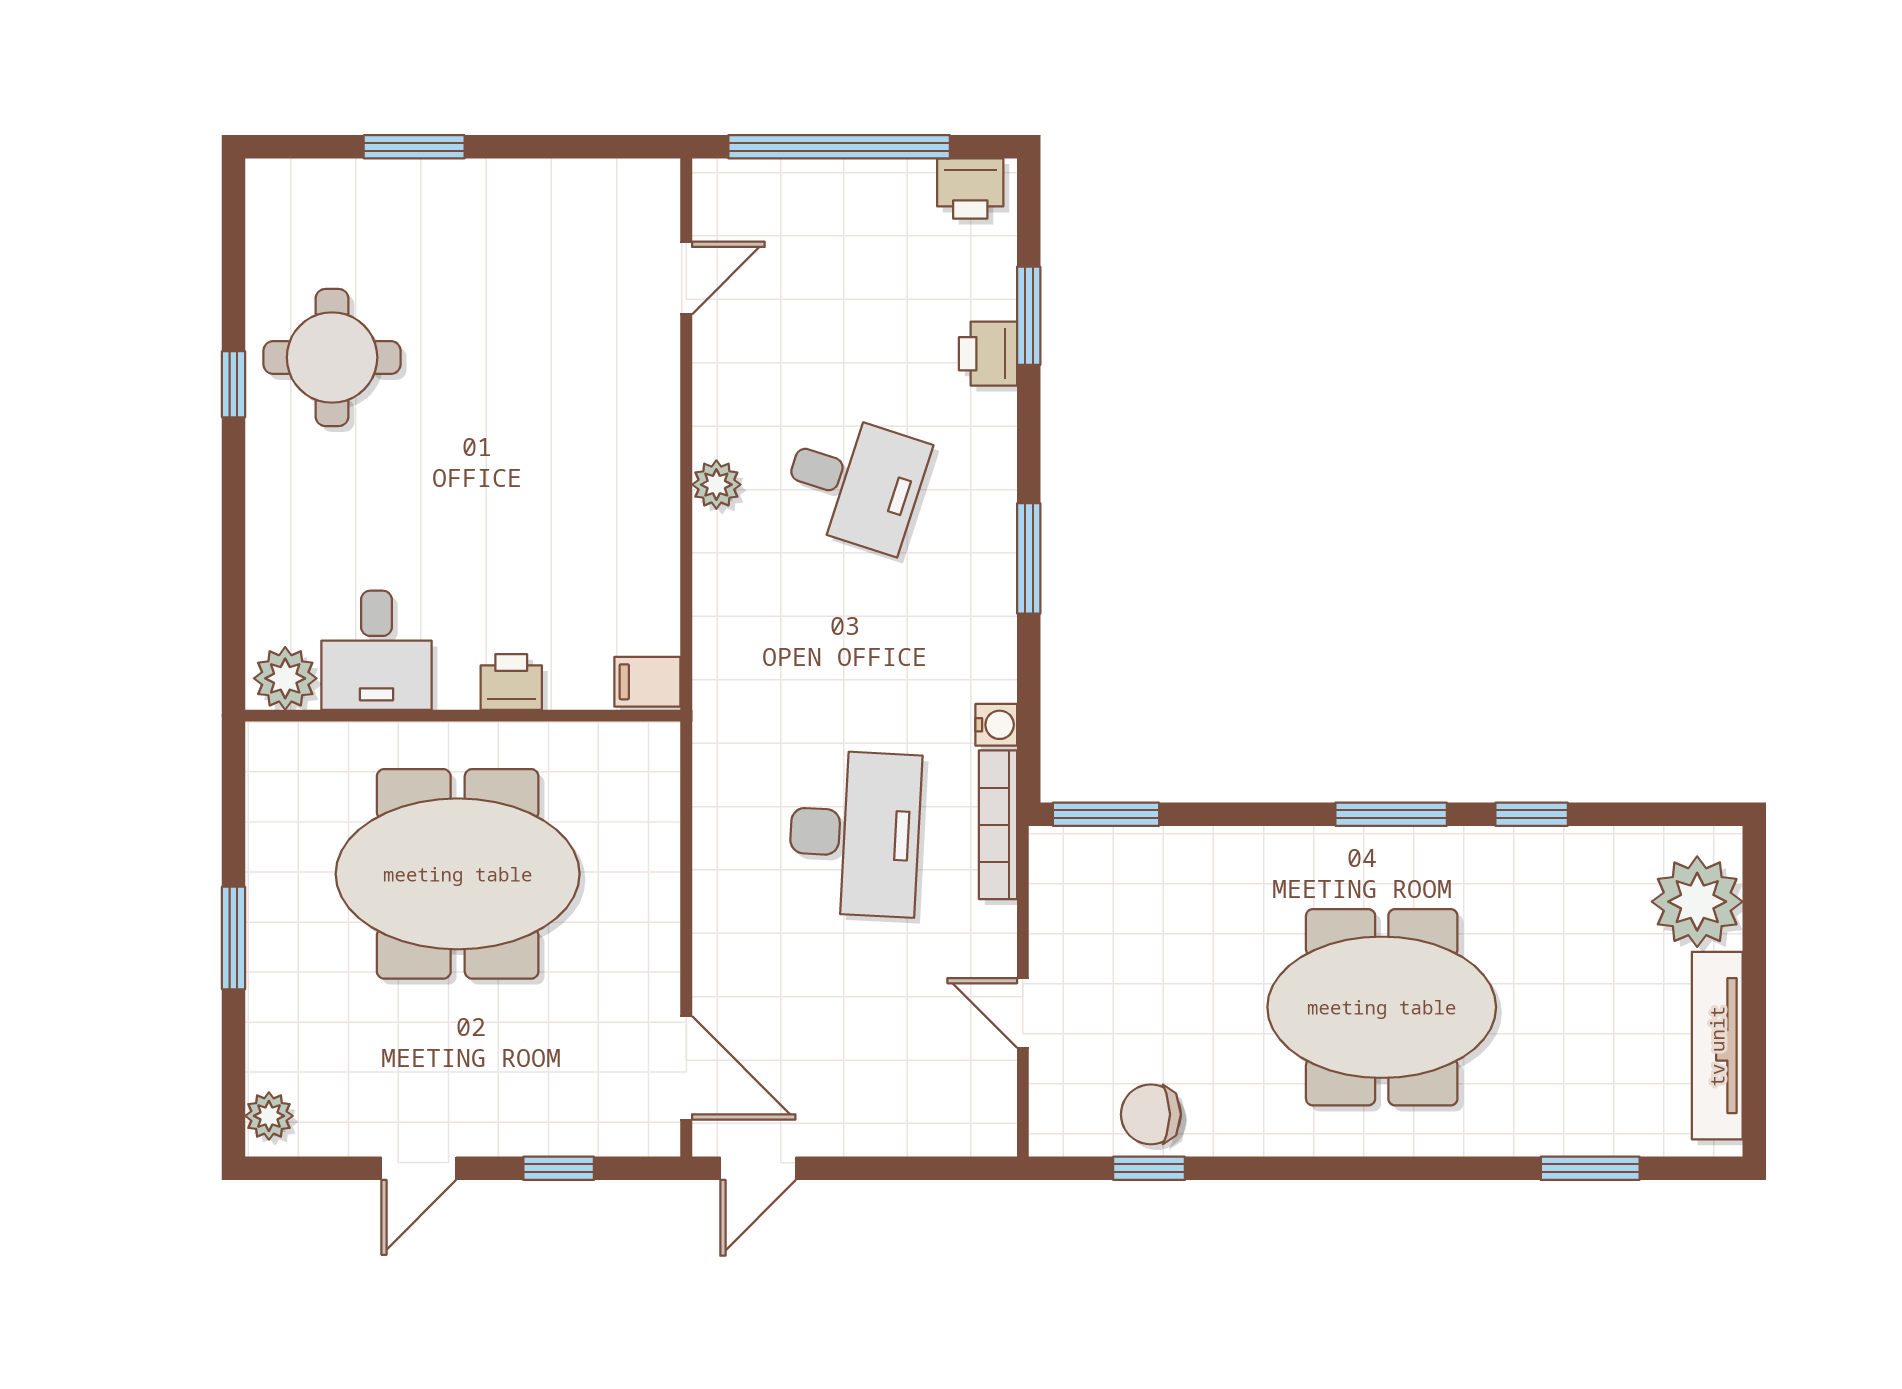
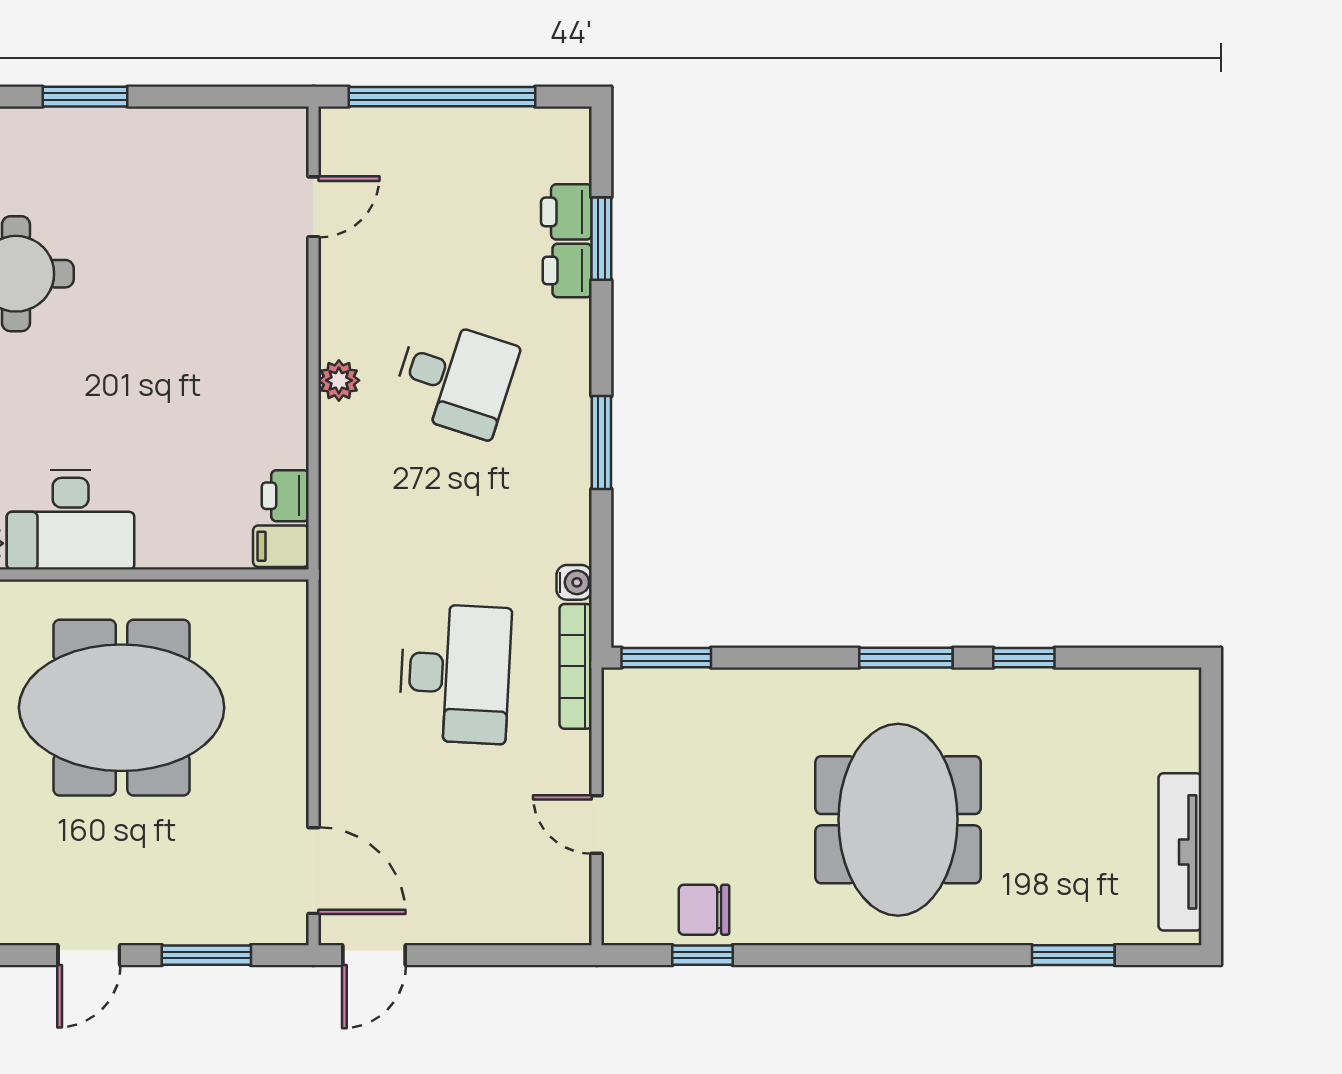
printer: (970, 188) -> (566, 212), moved, turned 90
desk: (376, 650) -> (71, 520), width x1.37
printer: (511, 682) -> (285, 496), moved, turned -90
plant: (1697, 902) -> (1163, 731), removed
meeting table: (1382, 1007) -> (898, 820), turned 90
window: (559, 1168) -> (206, 955), width x1.50

